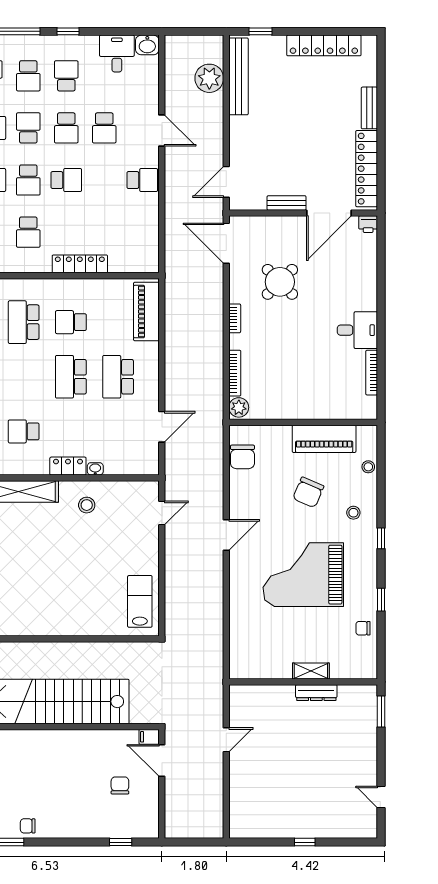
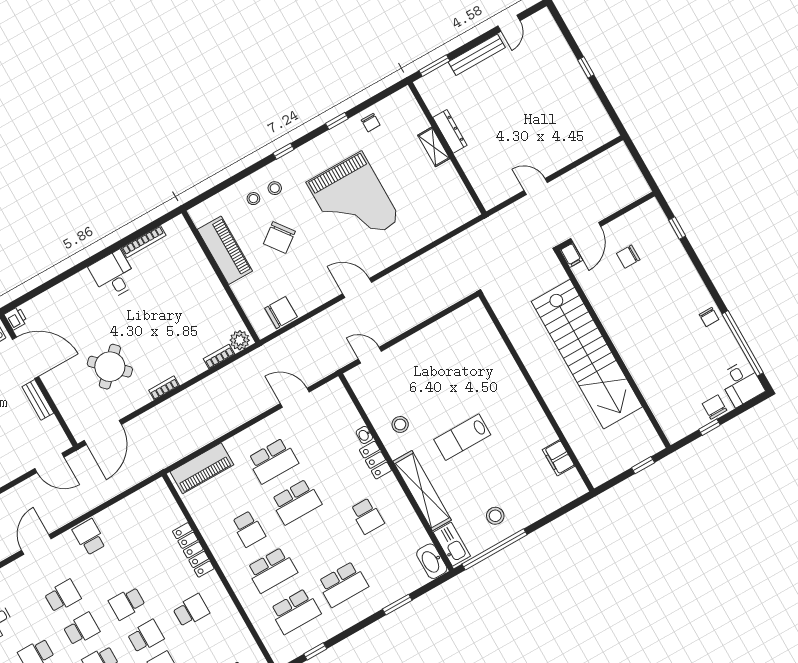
school desk: (66, 180) -> (127, 603), turned -90
bookcase: (235, 373) -> (219, 357), width x0.64
stool: (368, 467) -> (253, 199), moved
chair: (308, 492) -> (279, 238), turned 120
lab bench: (140, 601) -> (462, 437), moved
bench: (370, 754) -> (477, 55), added

